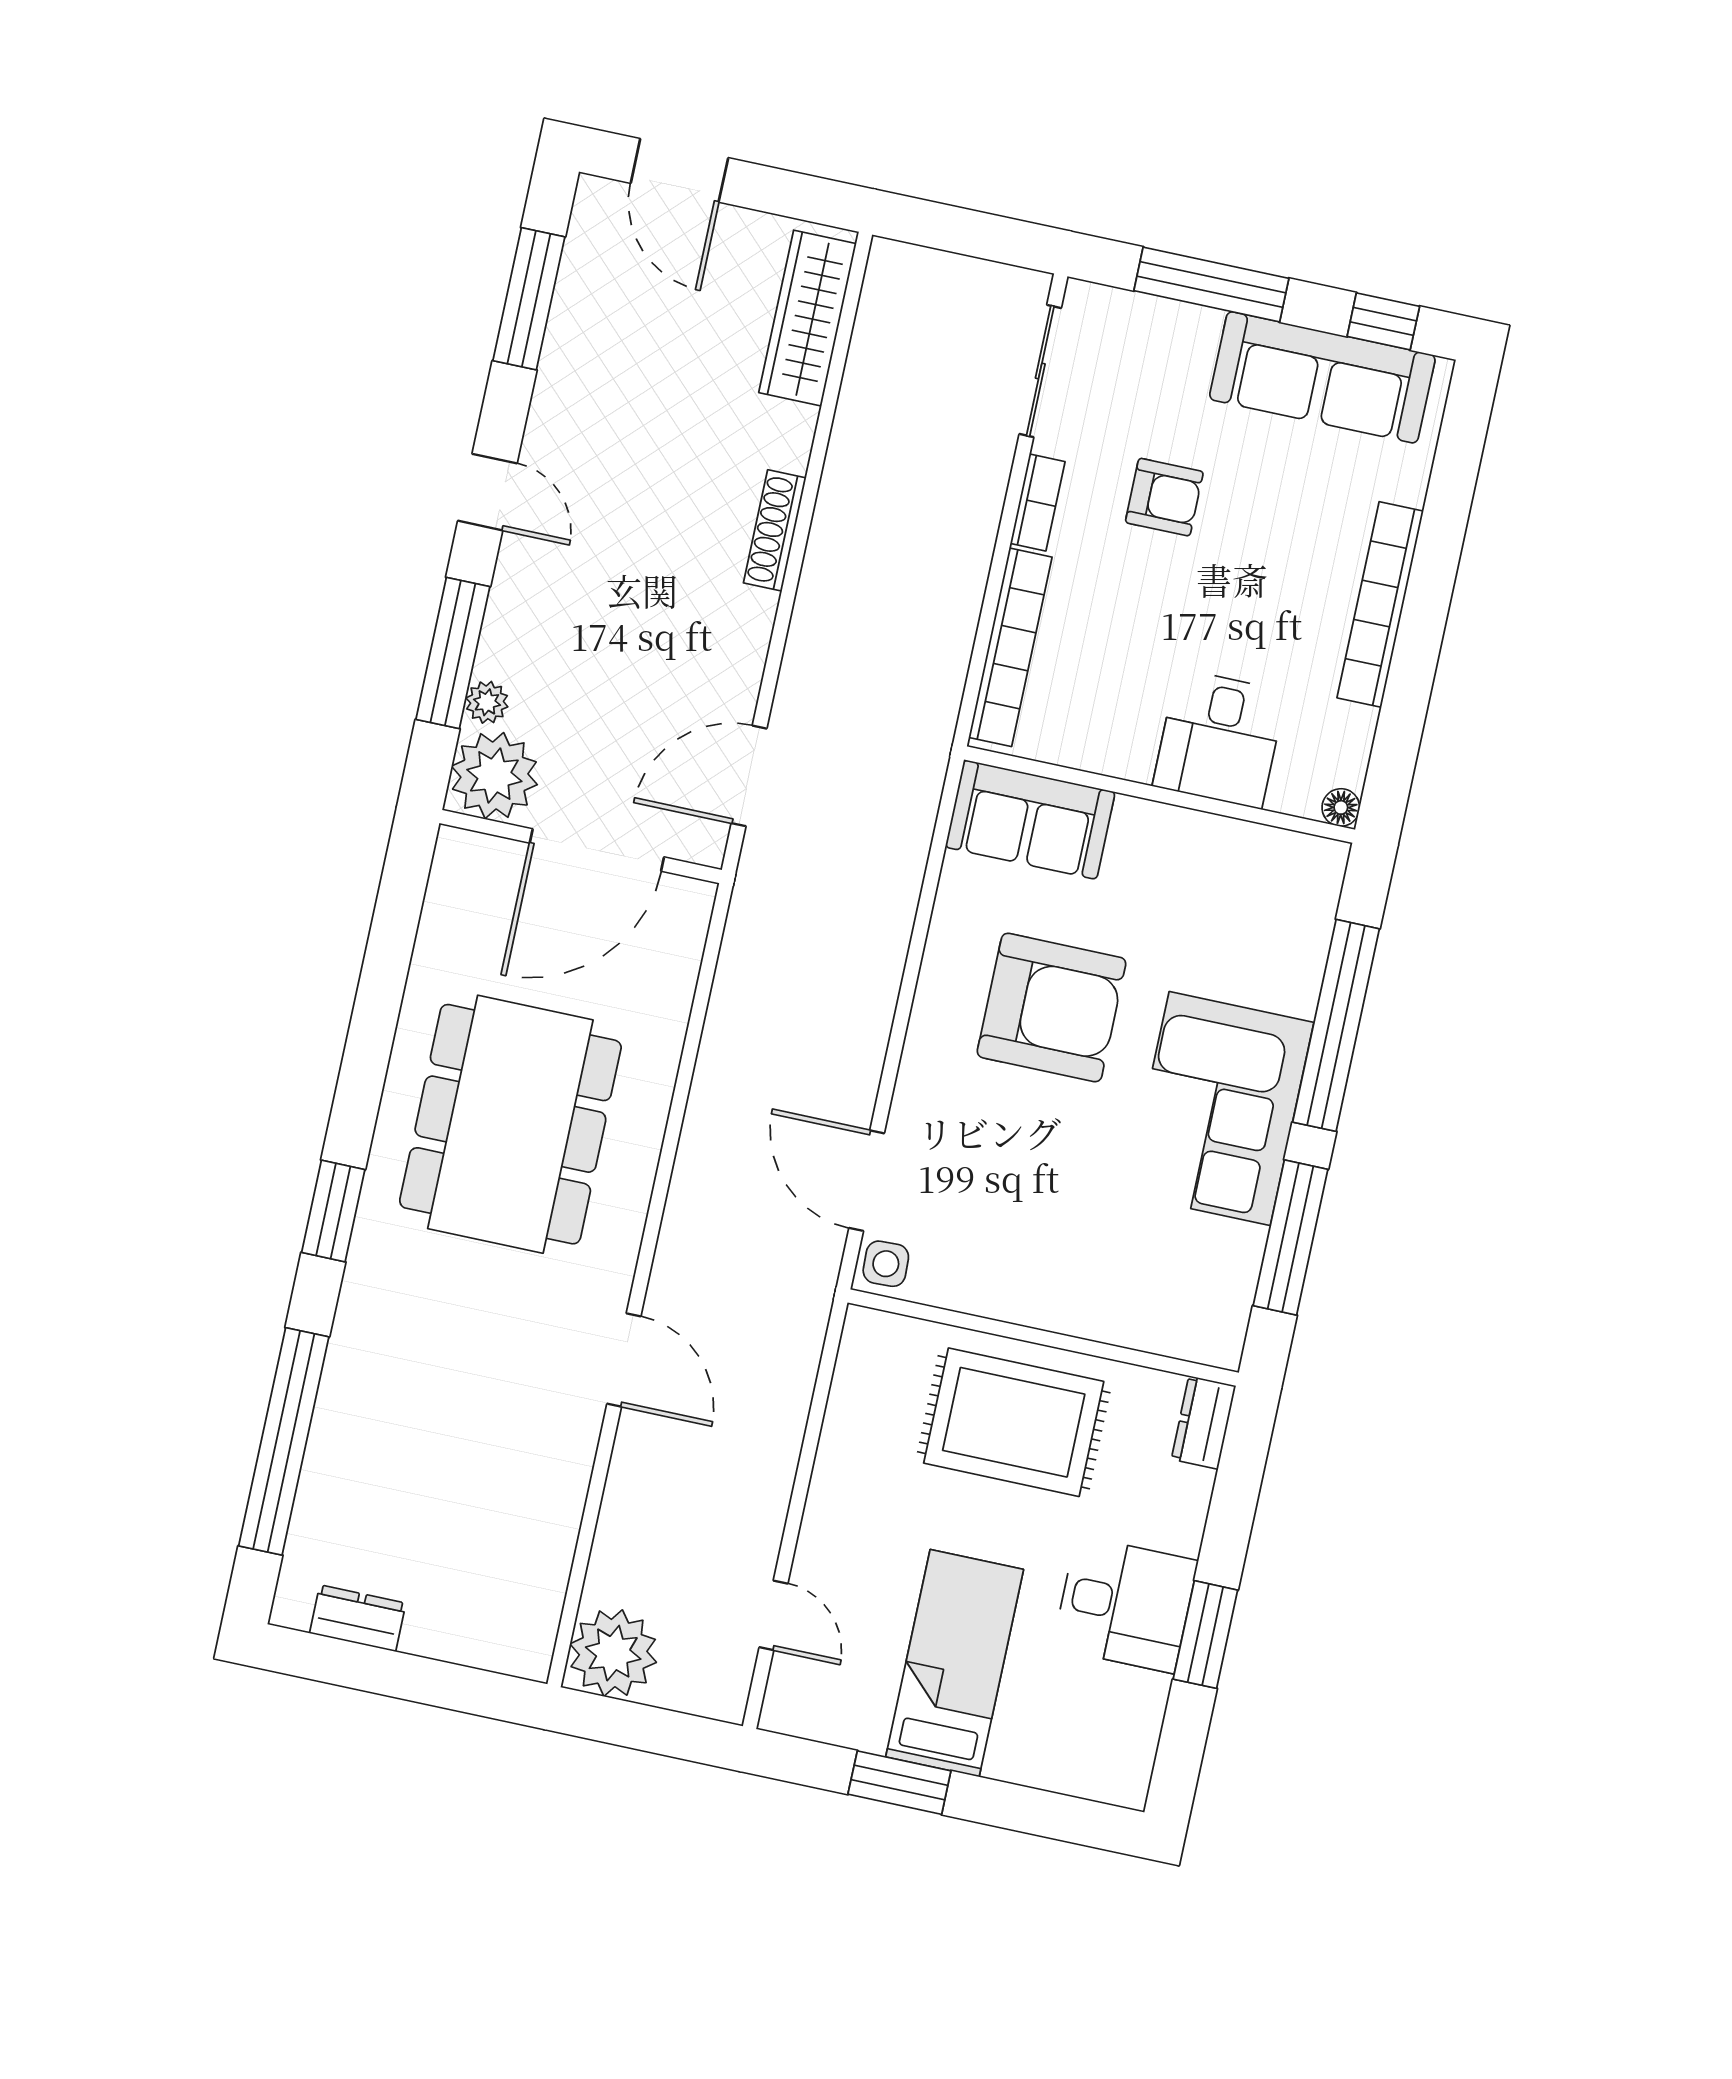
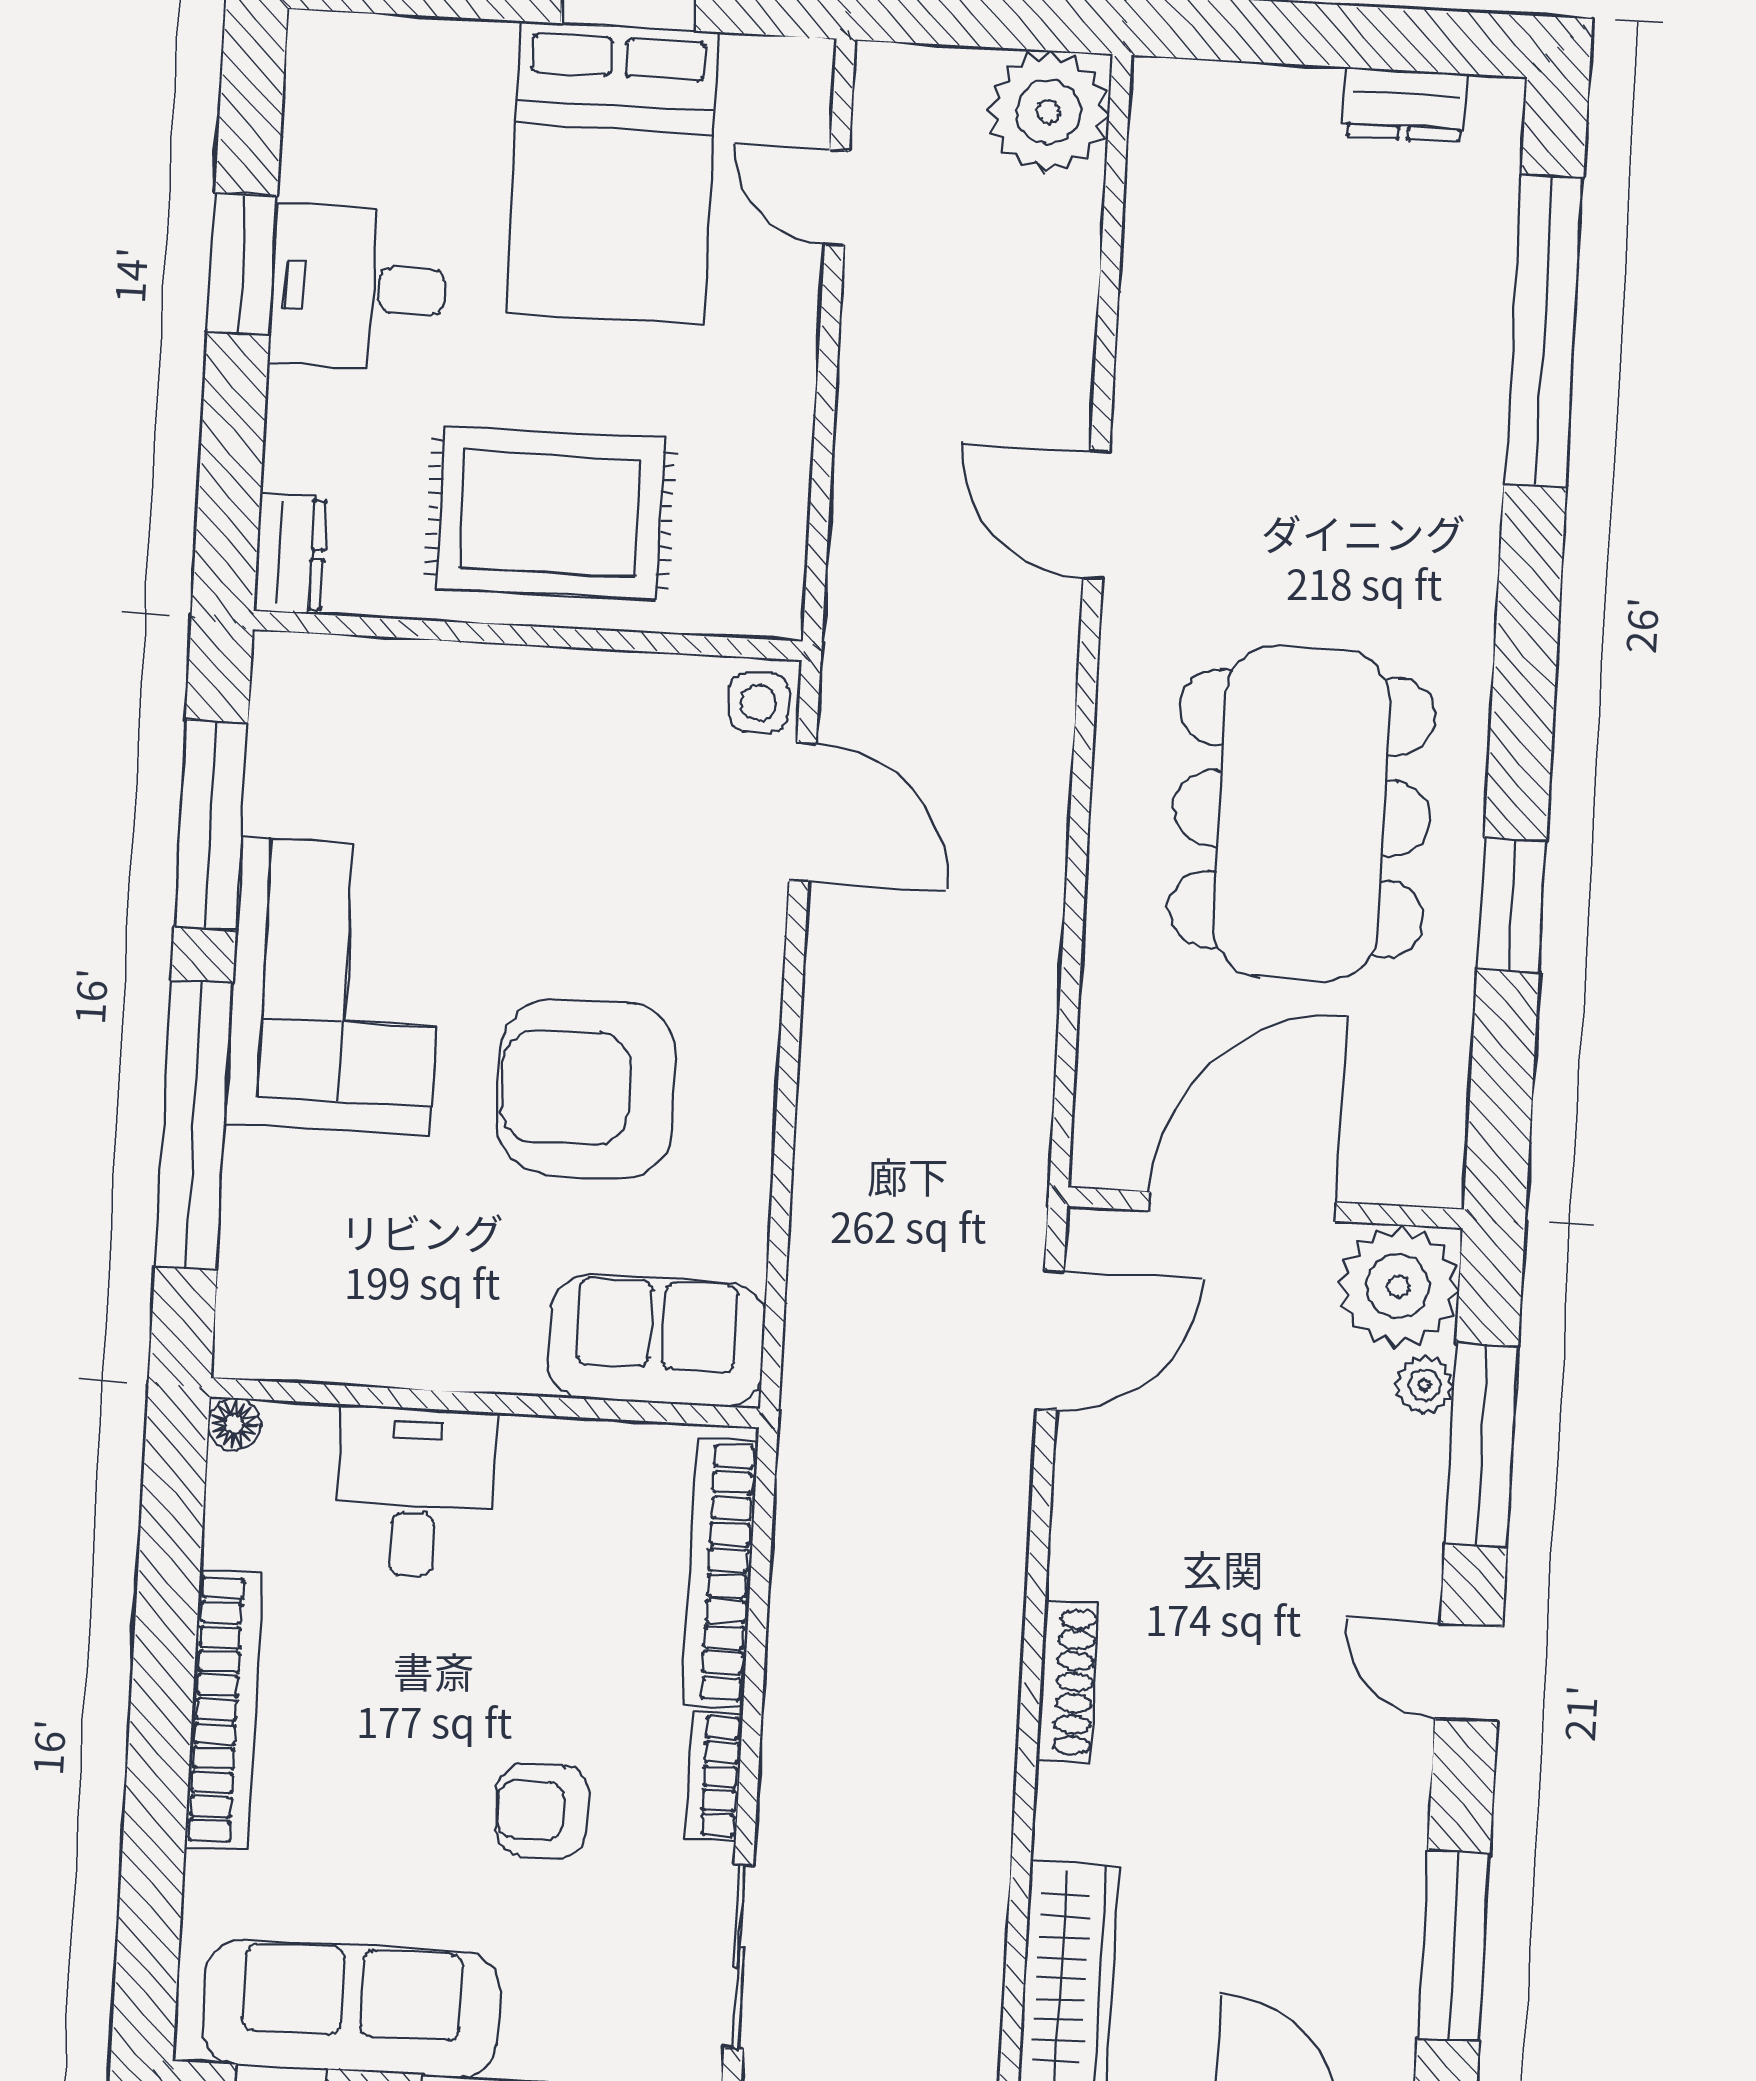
window: (333, 1211) -> (1512, 905), moved
bed: (955, 1663) -> (612, 173), width x1.50

